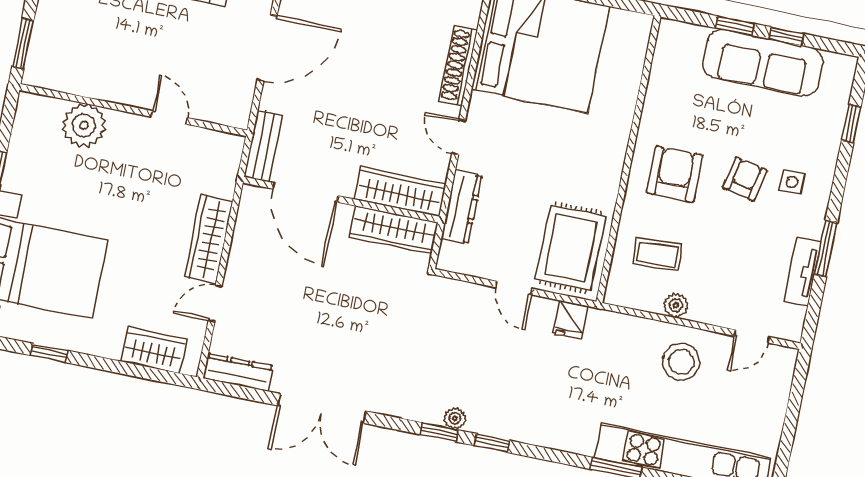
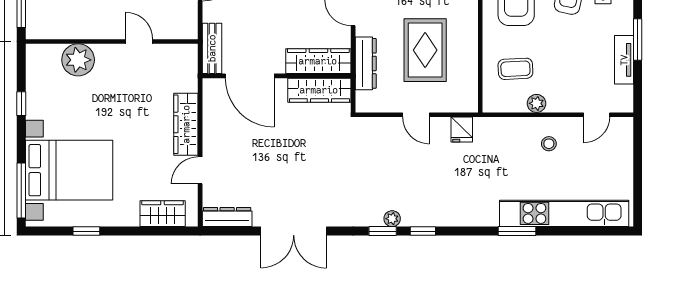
rug: (571, 248) -> (425, 50), moved
stool: (681, 362) -> (549, 144), width x0.53, depth x0.53

